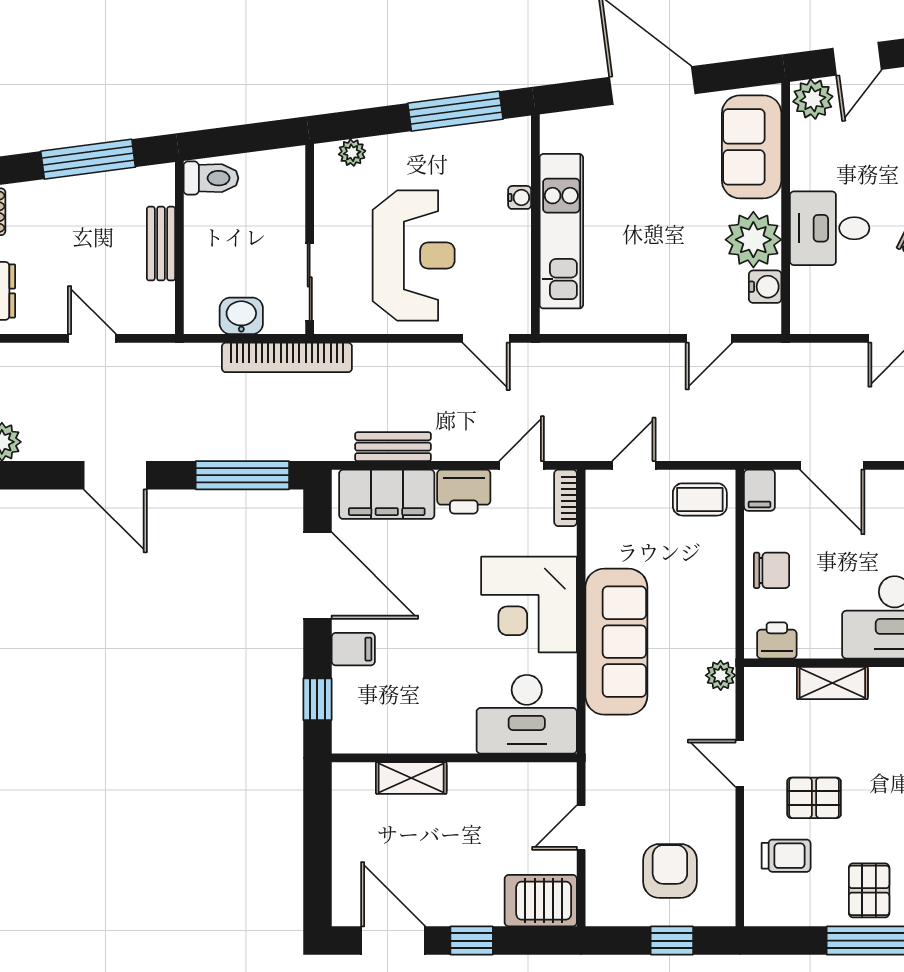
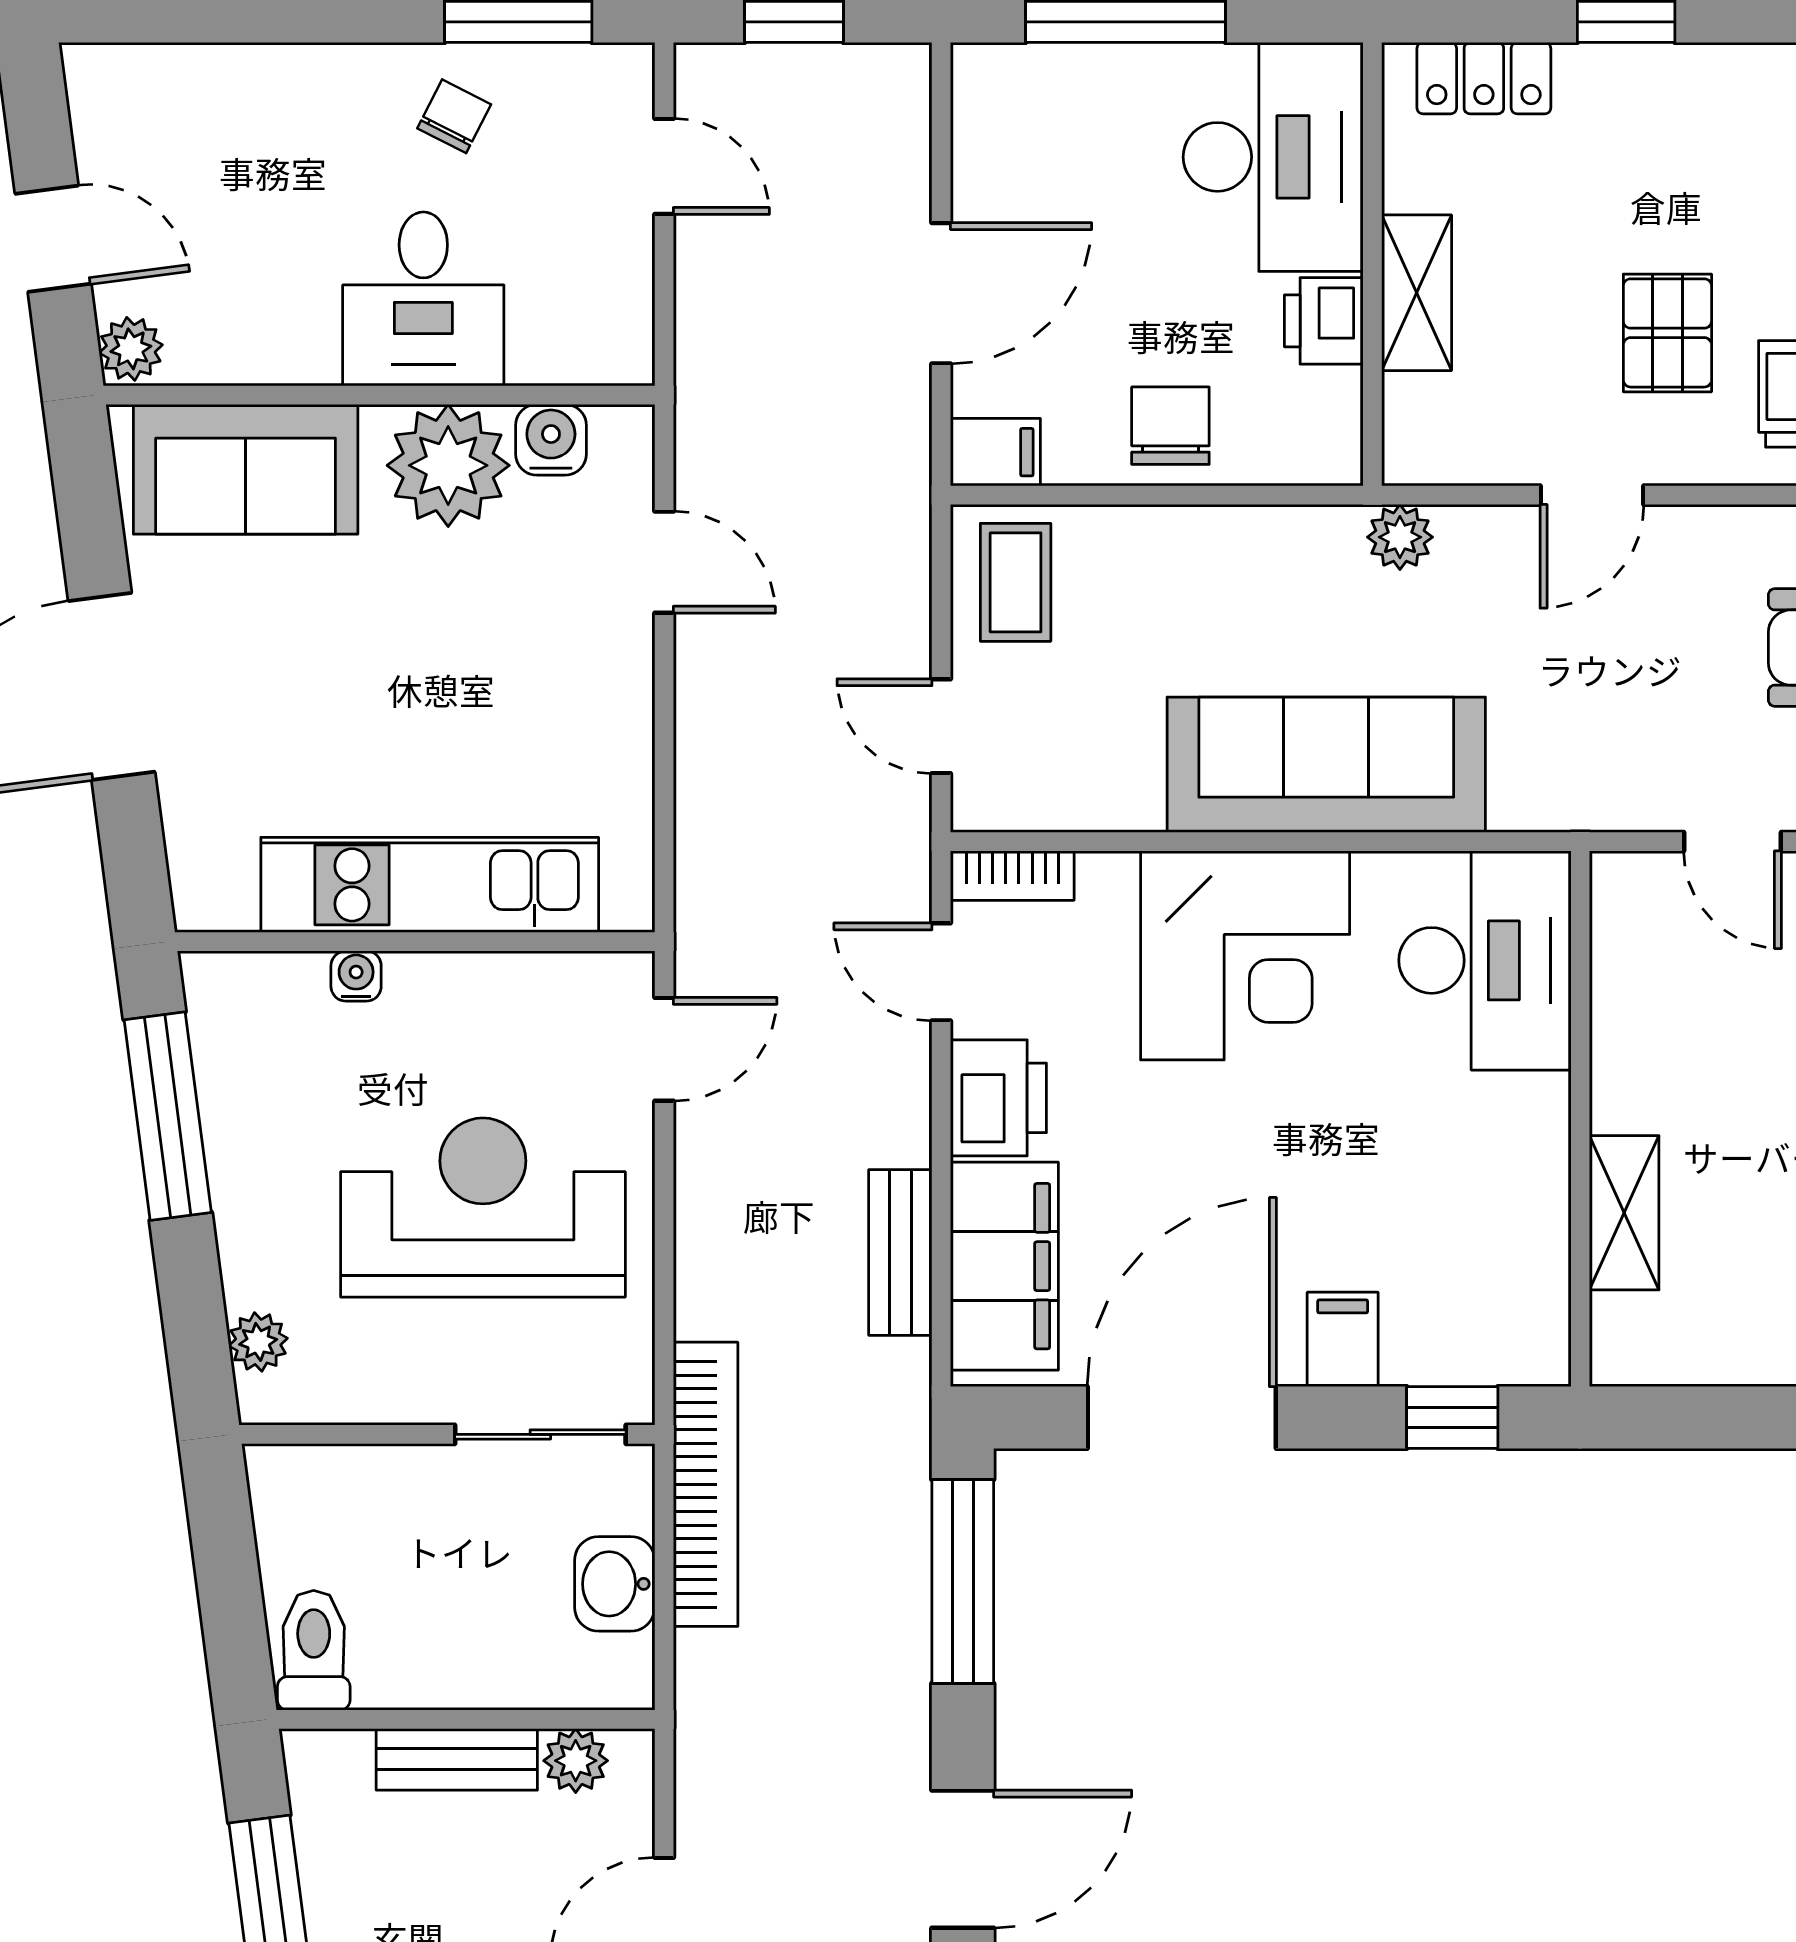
plant: (813, 99) -> (131, 349), width x0.73, depth x0.73
plant: (160, 298) -> (576, 1761), added
printer: (777, 640) -> (1324, 321), moved

